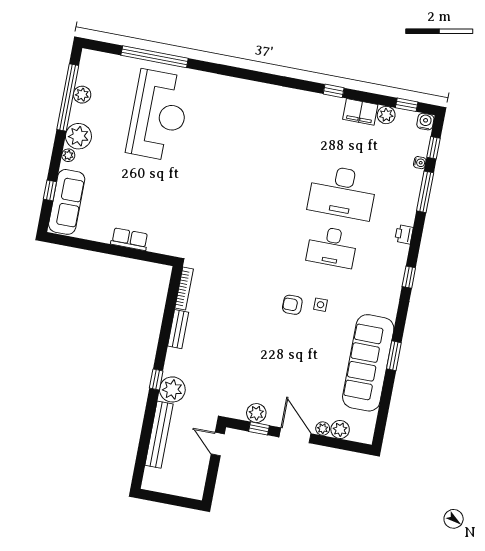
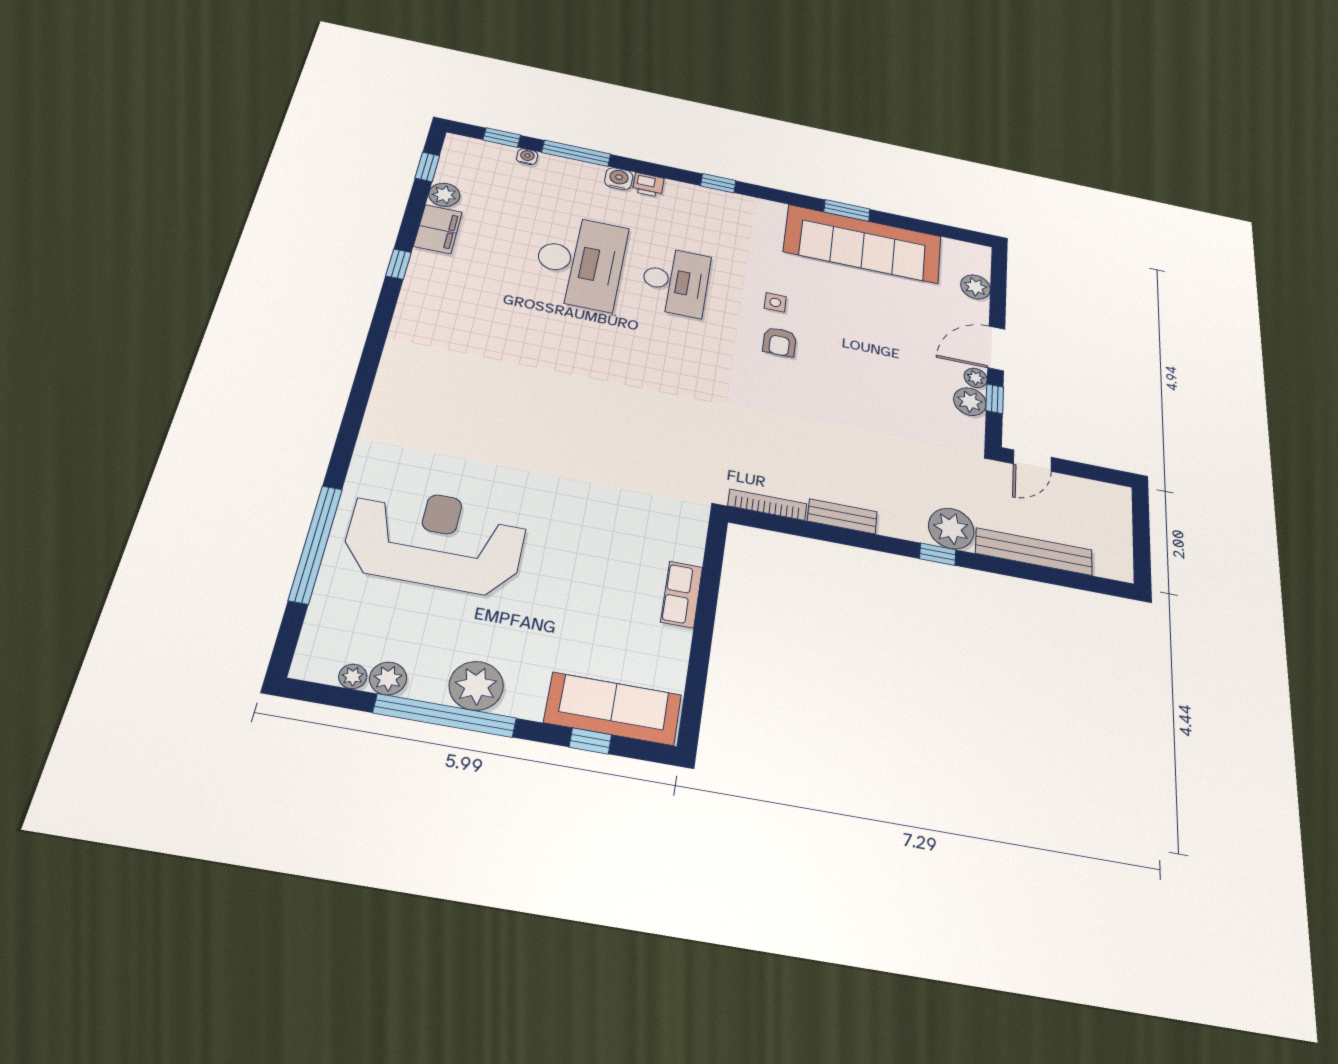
window: (68, 97) -> (445, 715), moved
water cooler: (425, 122) -> (619, 179), moved, turned 90
plant: (68, 155) -> (353, 676), moved
plant: (323, 429) -> (976, 378), moved

